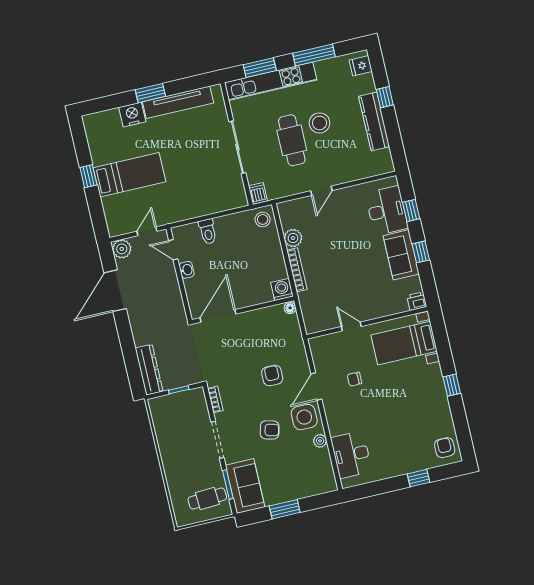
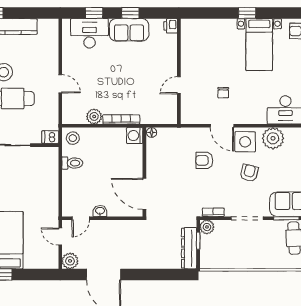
toilet: (208, 232) -> (72, 163), moved
bed with nightstands: (404, 343) -> (259, 45), moved
dresser: (149, 370) -> (189, 248), moved, turned -90
plant: (197, 396) -> (207, 227), added
plant: (320, 441) -> (273, 138), width x1.88, depth x1.88

